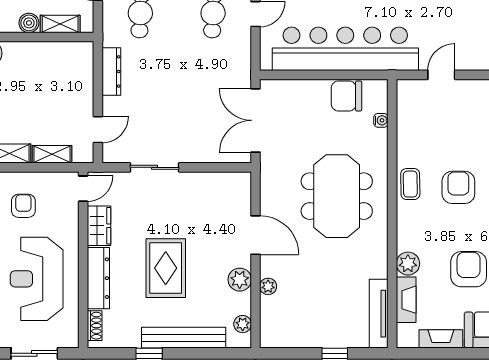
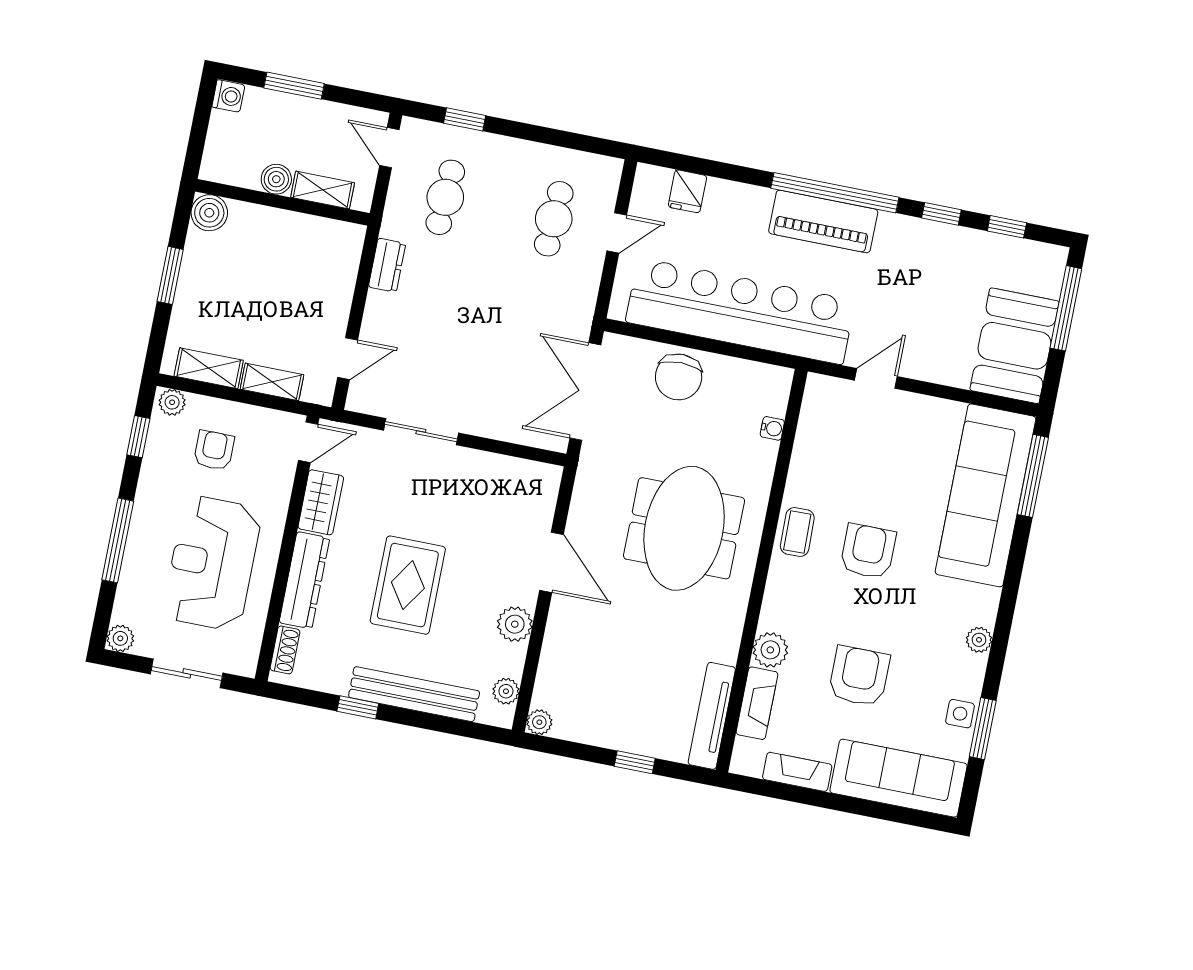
dresser: (111, 72) -> (387, 265), width x0.70
chair: (346, 96) -> (679, 377), moved, turned -90
plant: (268, 286) -> (539, 722), moved

